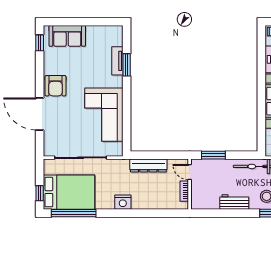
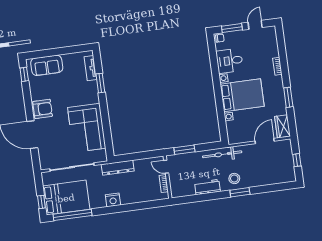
tv unit: (117, 61) -> (90, 68), moved
armchair: (55, 86) -> (43, 109), turned -90
dresser: (148, 166) -> (118, 168), moved

